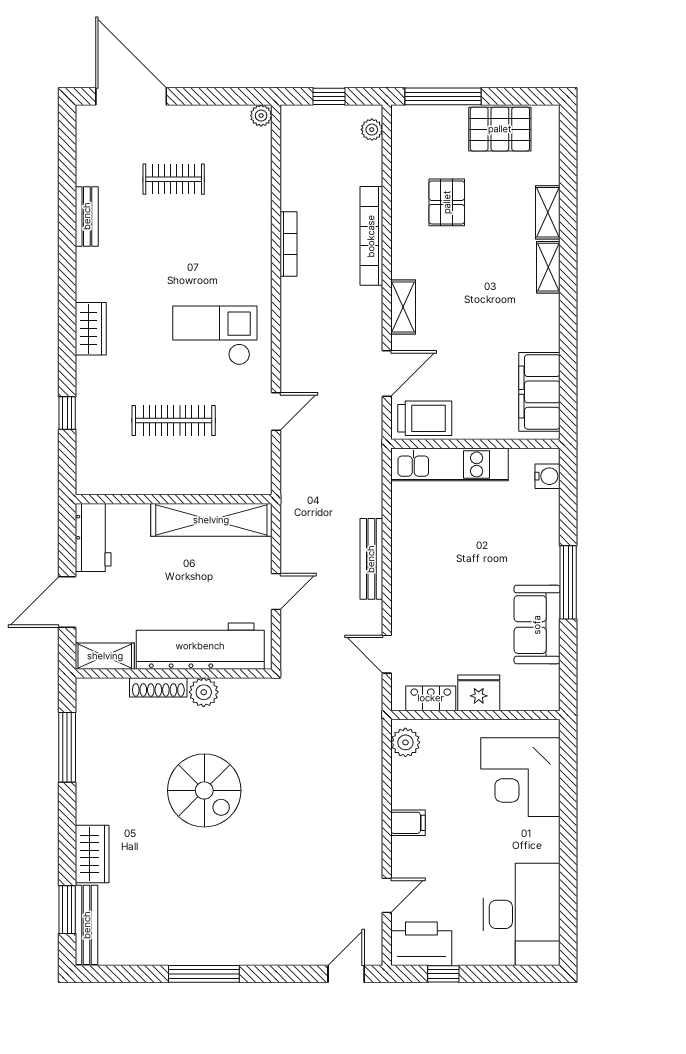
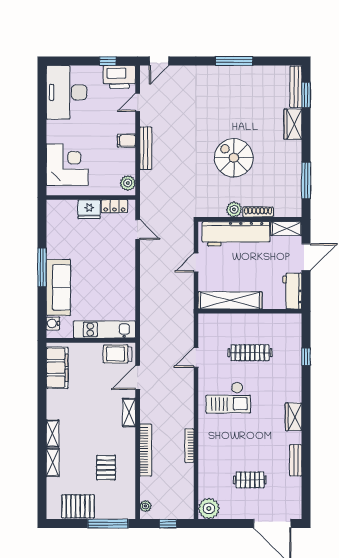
plant: (261, 116) -> (209, 508), width x1.87, depth x1.87
wardrobe: (91, 329) -> (294, 417), moved
bench: (371, 559) -> (146, 148), moved
sofa: (537, 625) -> (58, 287), moved, width x1.36

